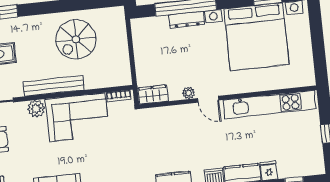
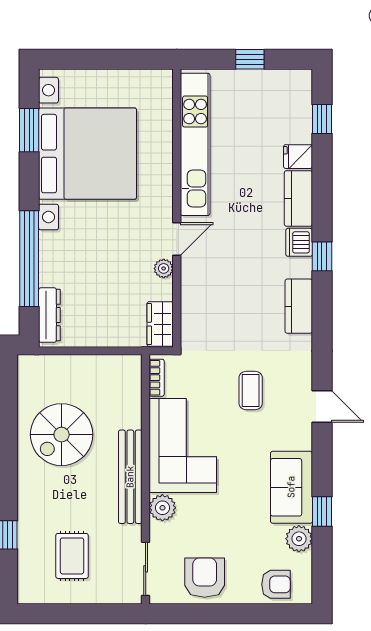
dresser: (187, 20) -> (49, 315), moved
spiral stairs: (76, 39) -> (62, 435), turned 90
coffee table: (117, 157) -> (251, 390), added

